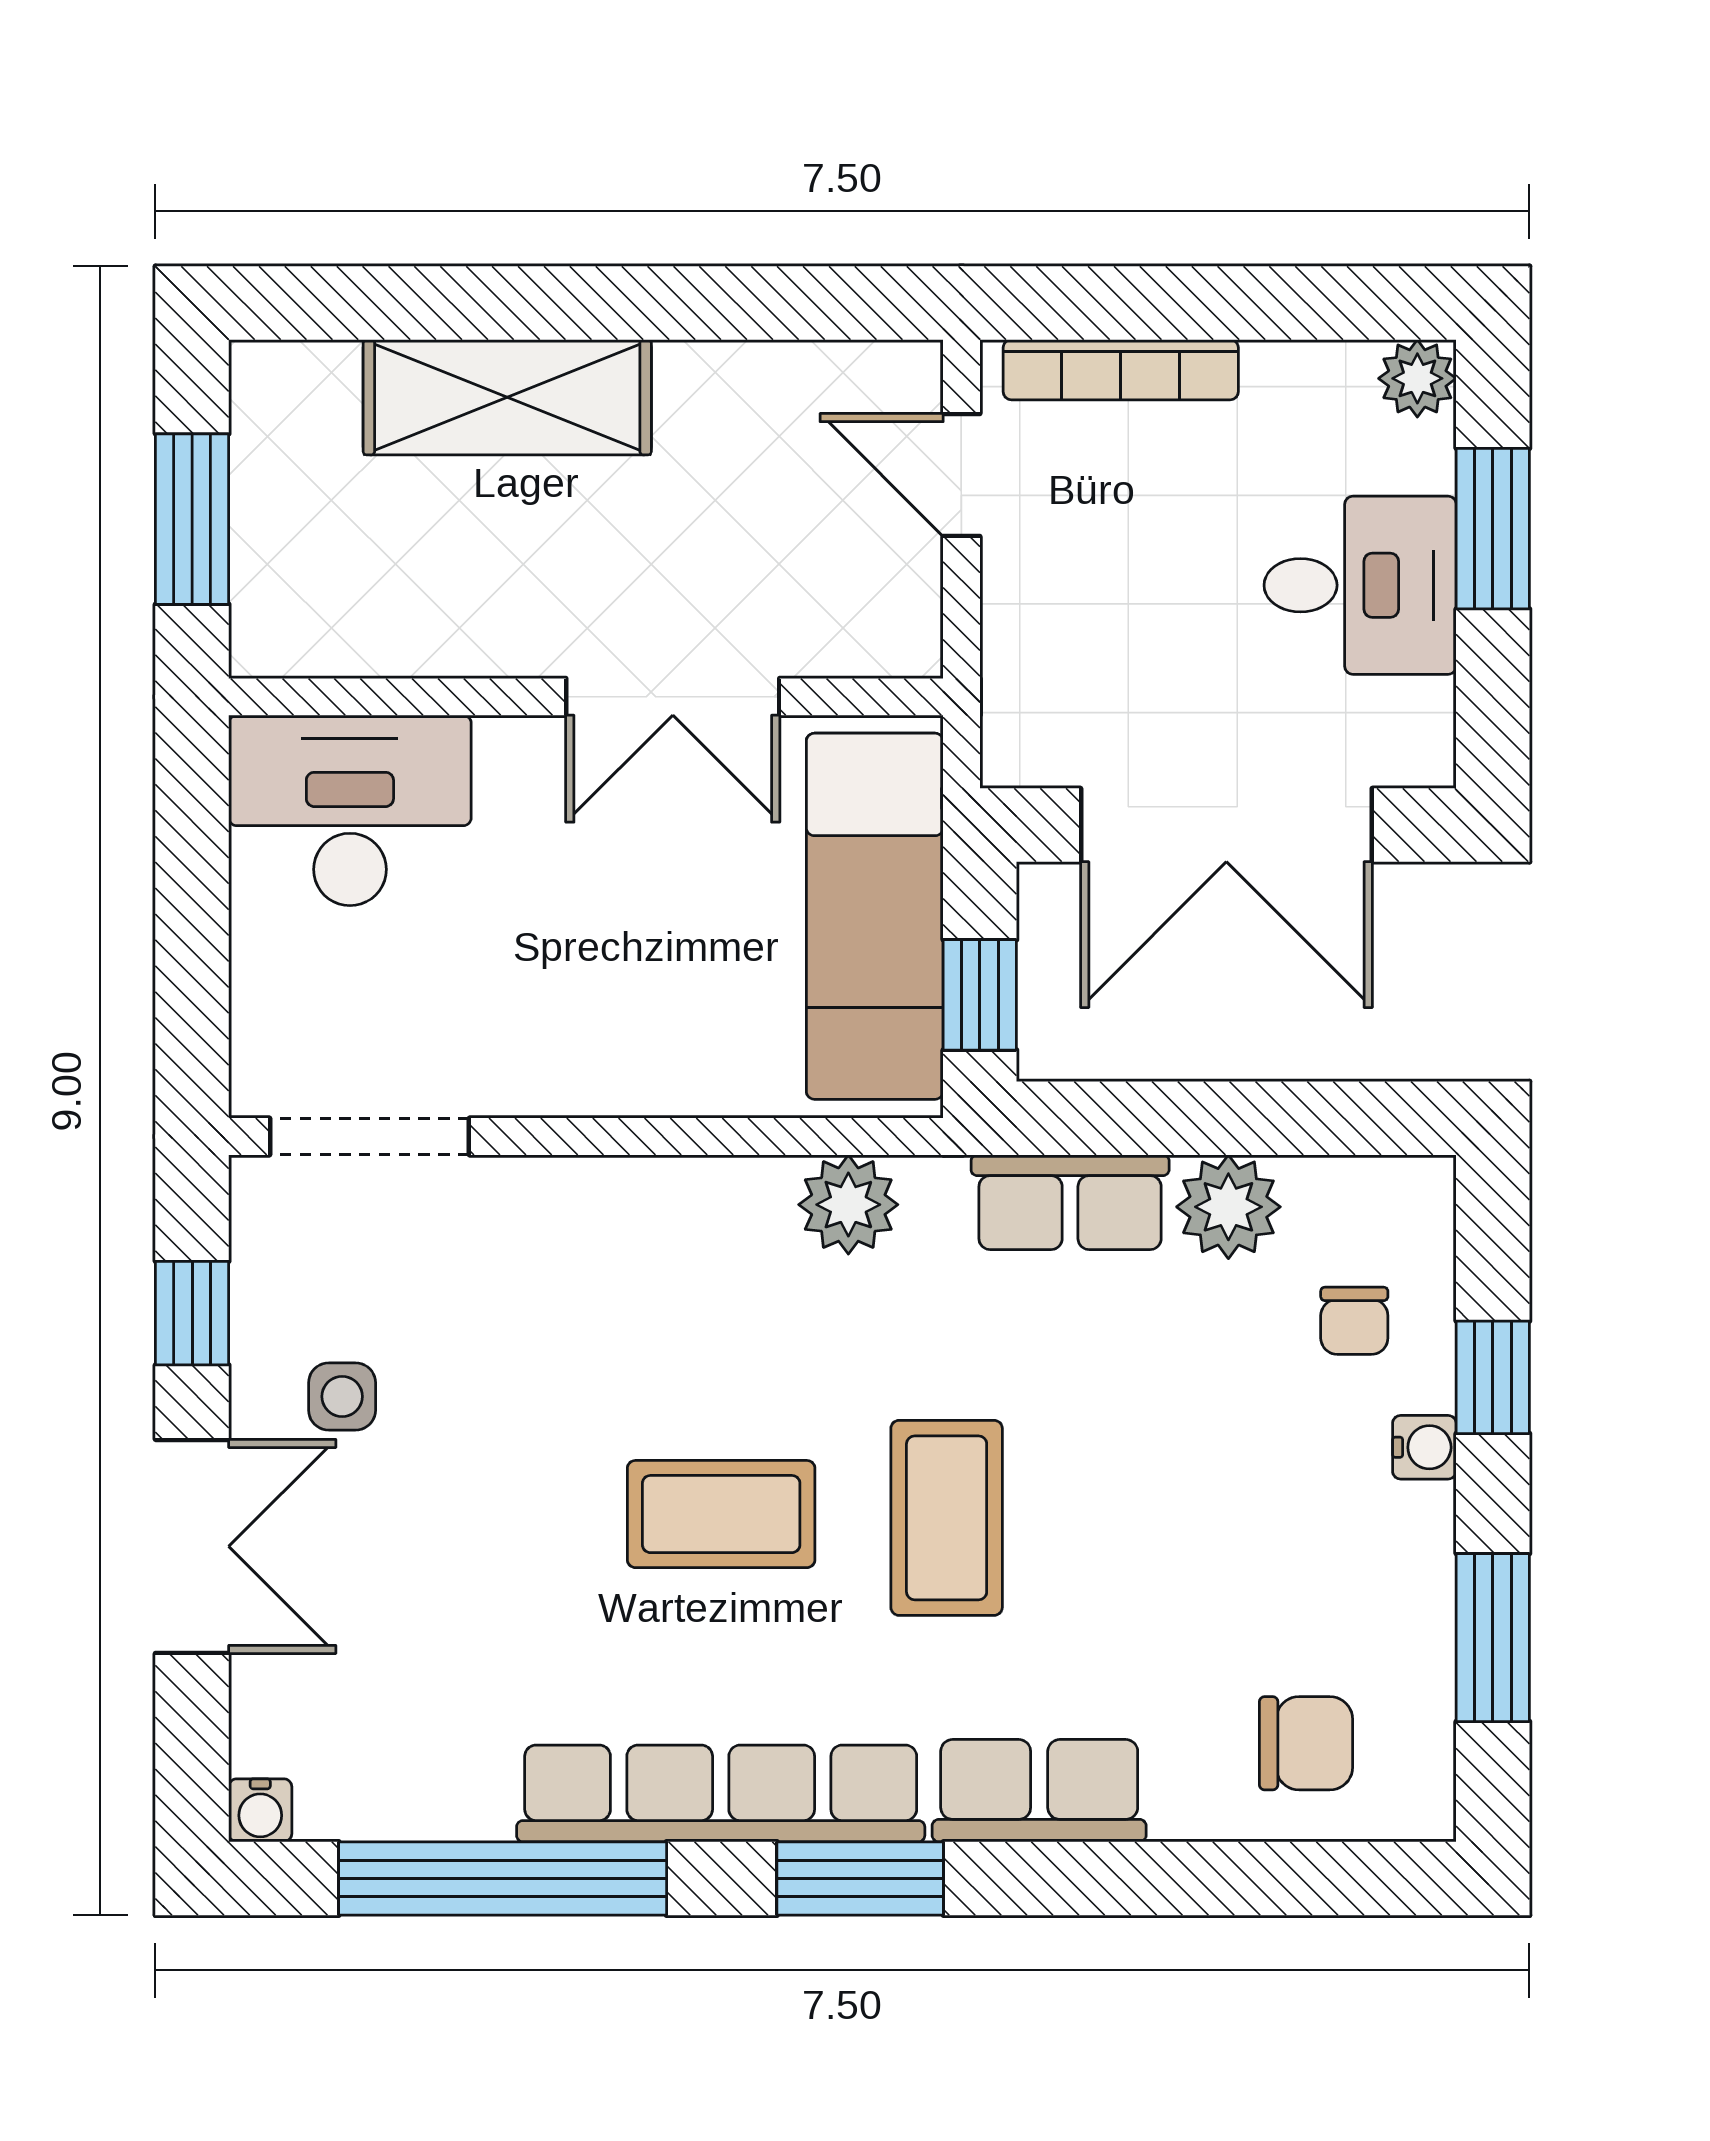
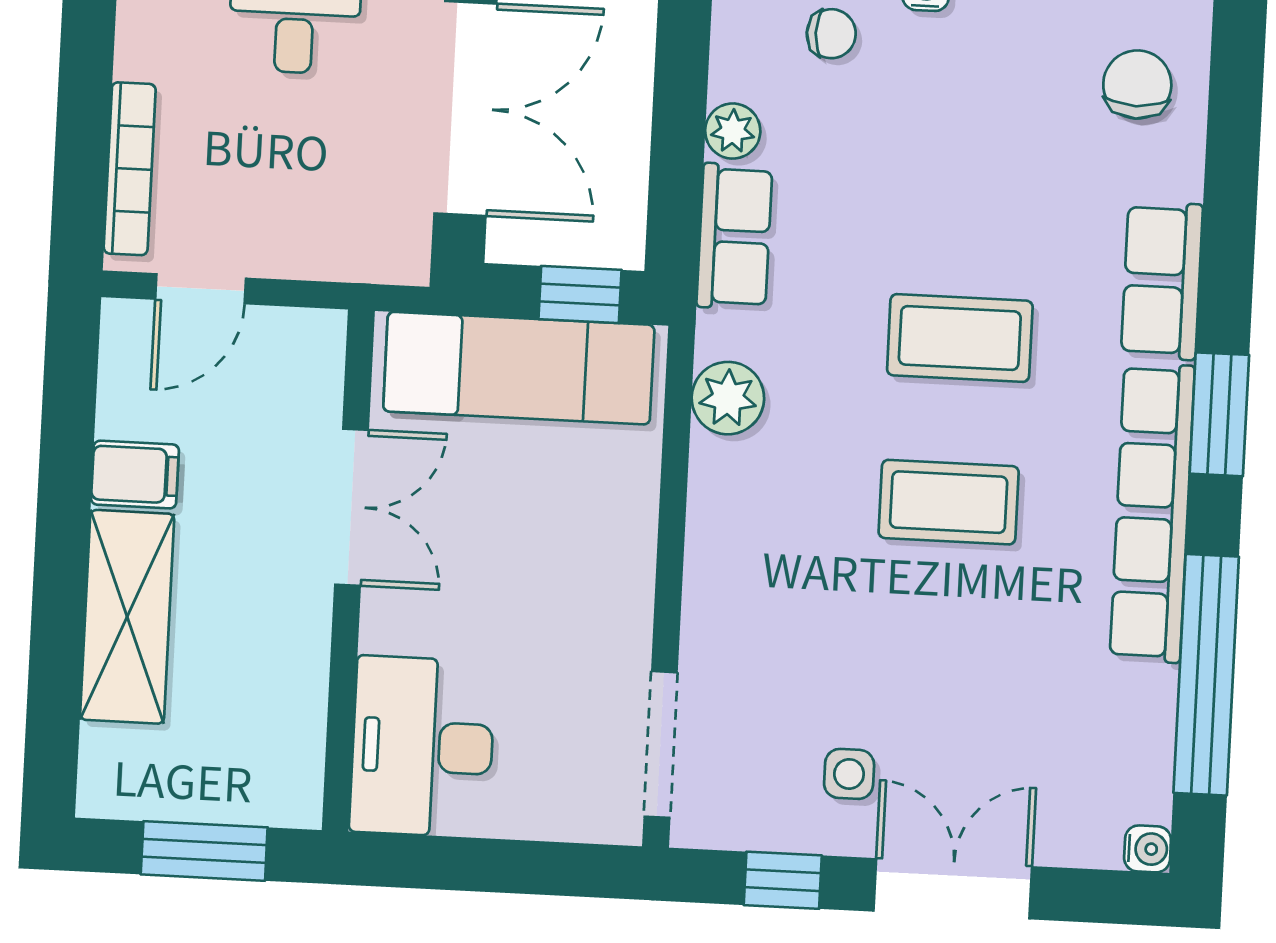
filing cabinet: (703, 398) -> (135, 475), added
plant: (1228, 1207) -> (733, 131), width x0.73, depth x0.73
coffee table: (721, 1514) -> (949, 502), turned 90

